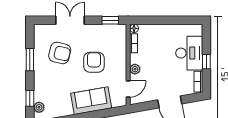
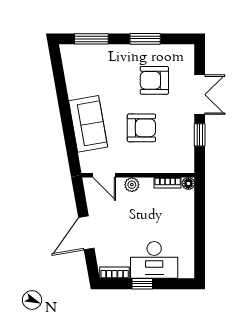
window: (110, 20) -> (200, 135), moved
armchair: (60, 53) -> (154, 80), turned 77
window: (30, 98) -> (91, 39), width x1.50
plant: (39, 107) -> (79, 52), removed

